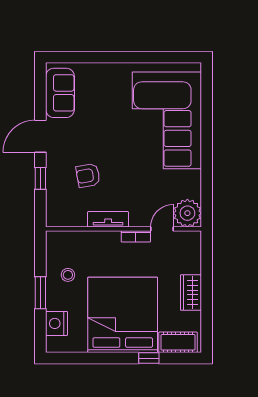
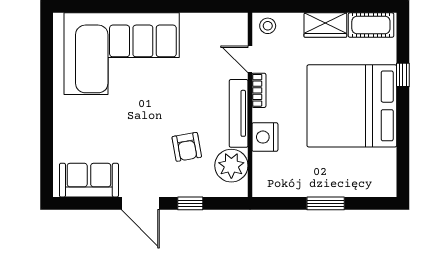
plant: (187, 213) -> (231, 166), moved
tv unit: (108, 219) -> (239, 113), width x1.41
stool: (68, 275) -> (268, 26), moved
nightstand: (57, 323) -> (265, 137), moved, turned 90
cot: (178, 342) -> (371, 25), moved, turned 90

